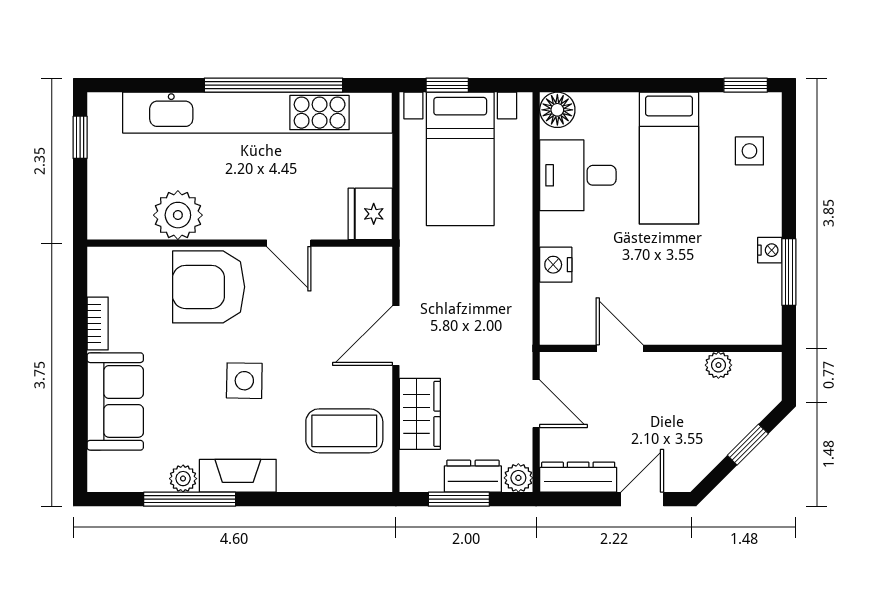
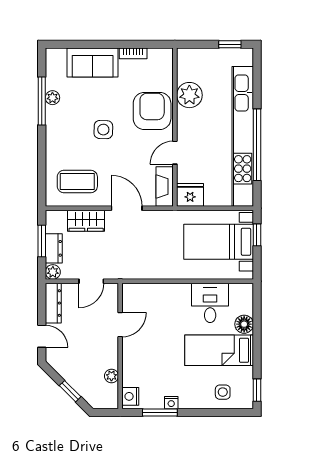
floor lamp: (557, 110) -> (244, 324), moved
nightstand: (556, 265) -> (130, 396), moved, turned -90
coffee table: (344, 431) -> (77, 182), turned 90
fireplace: (238, 476) -> (165, 187), moved, turned 180

